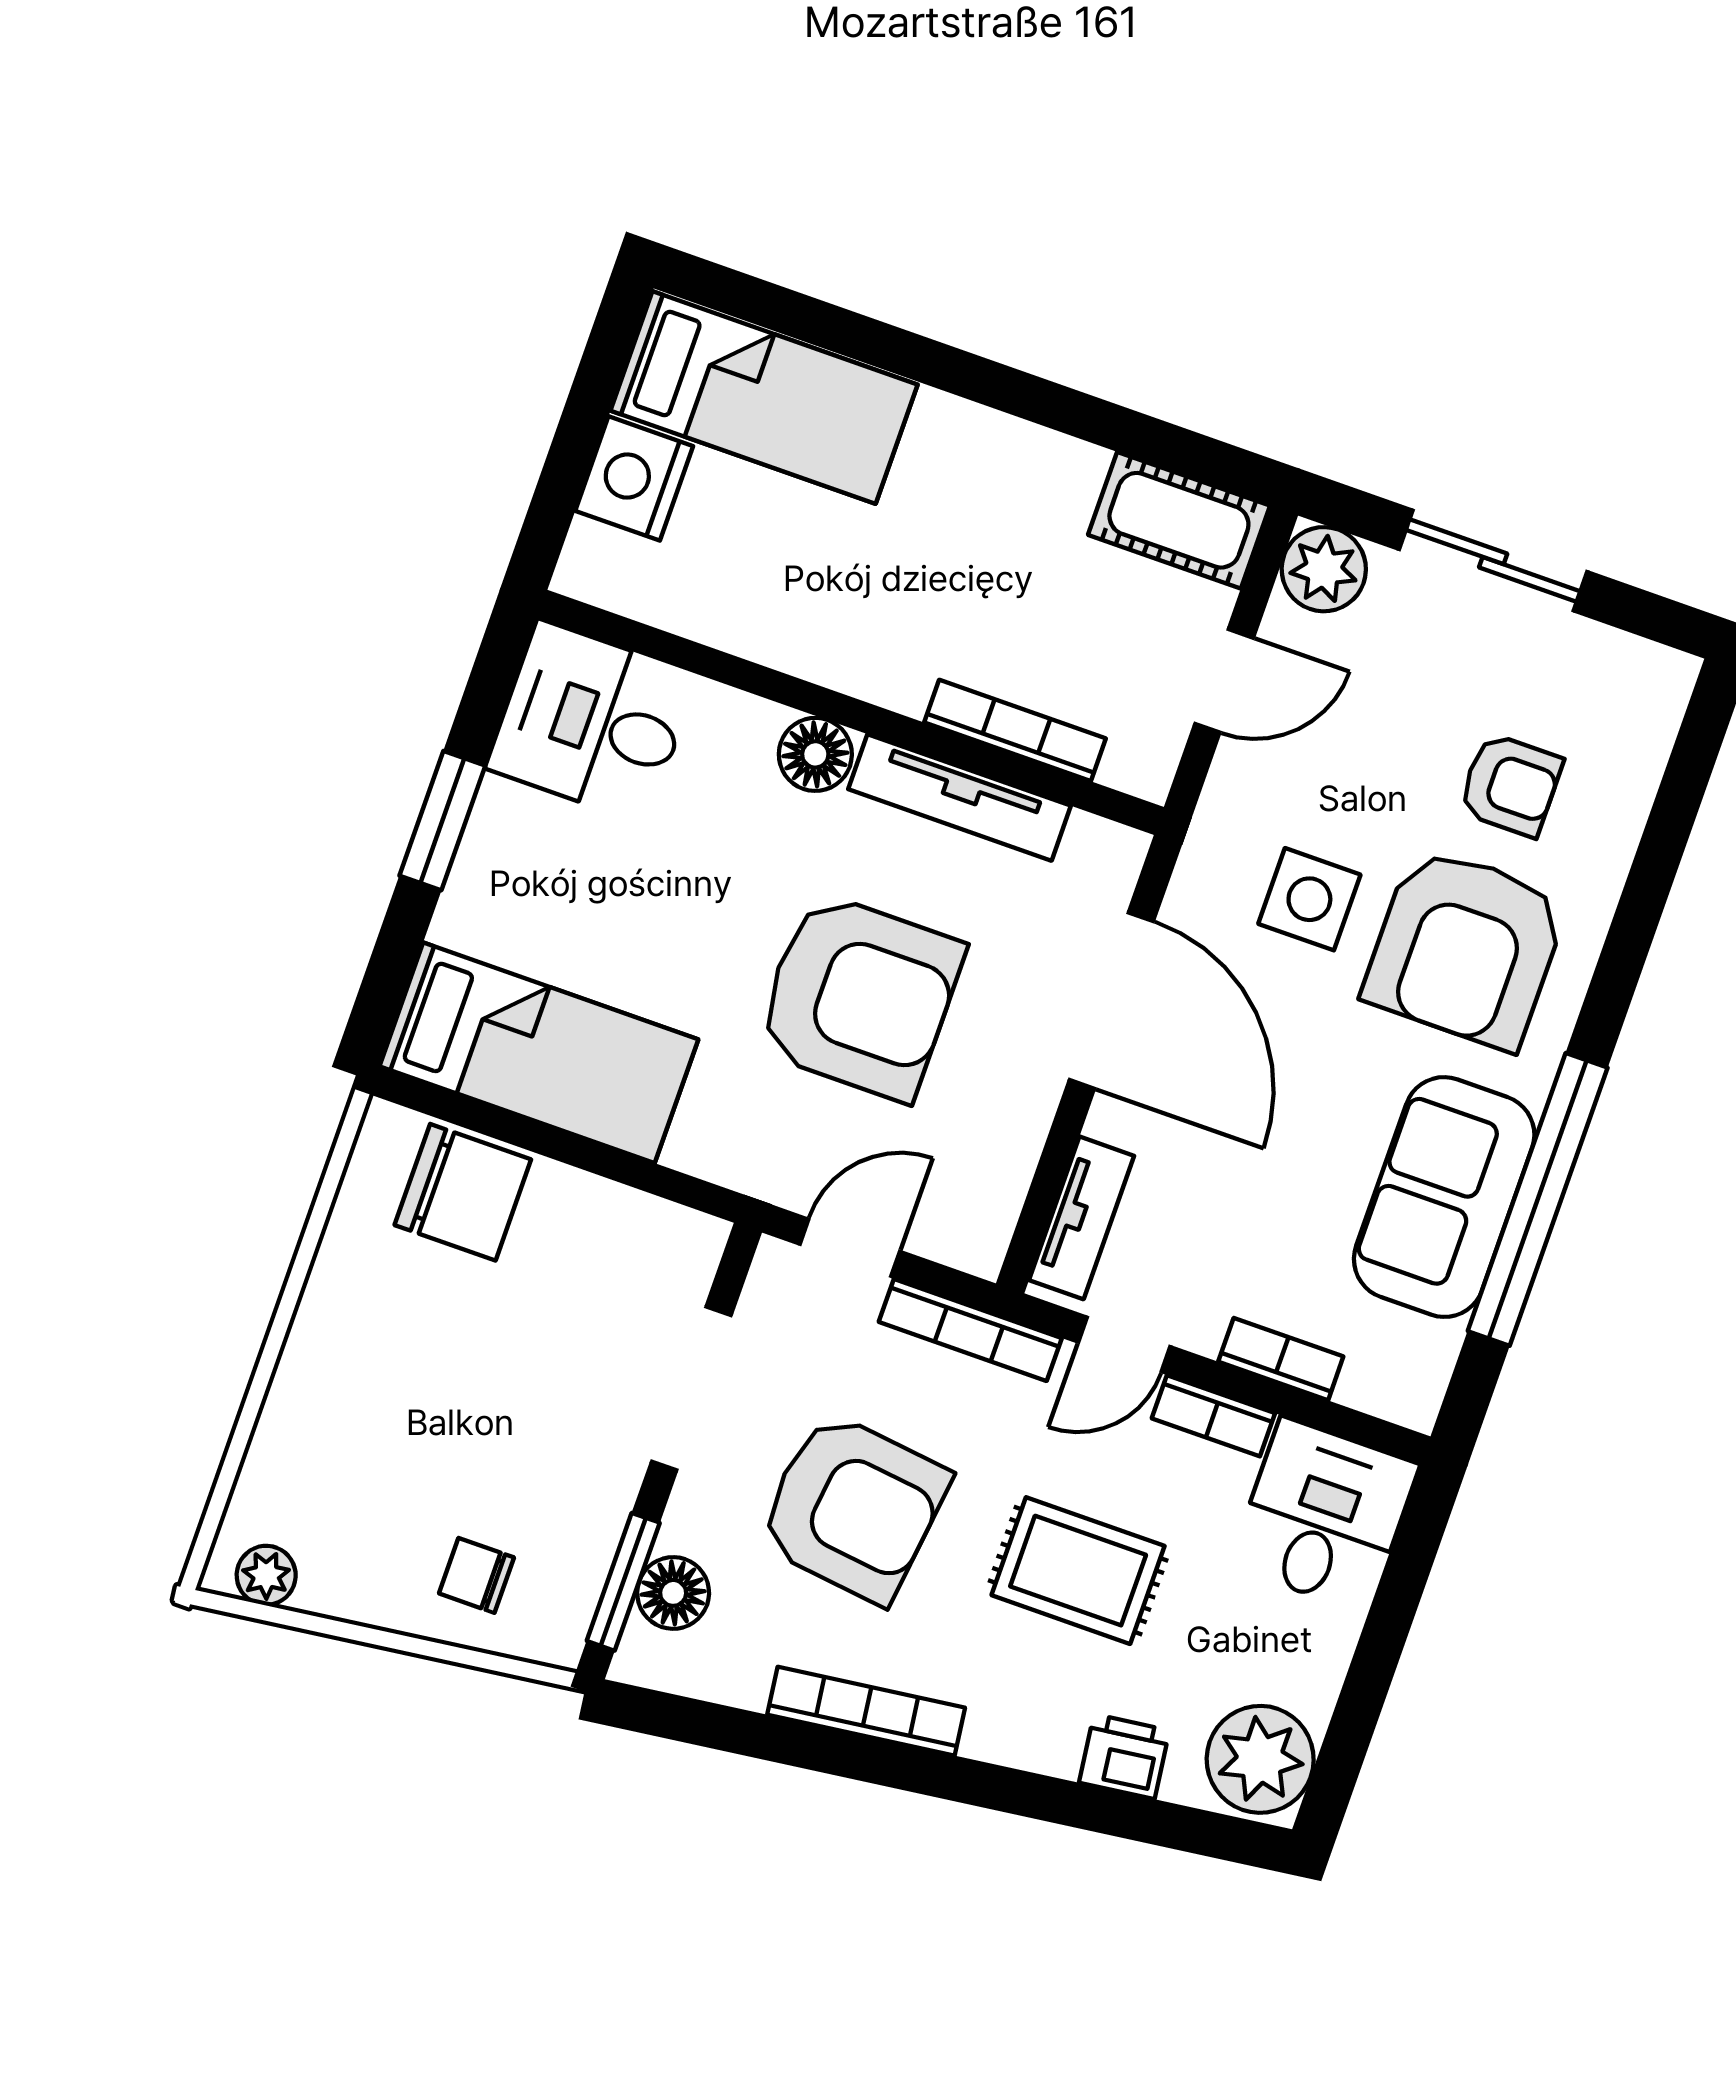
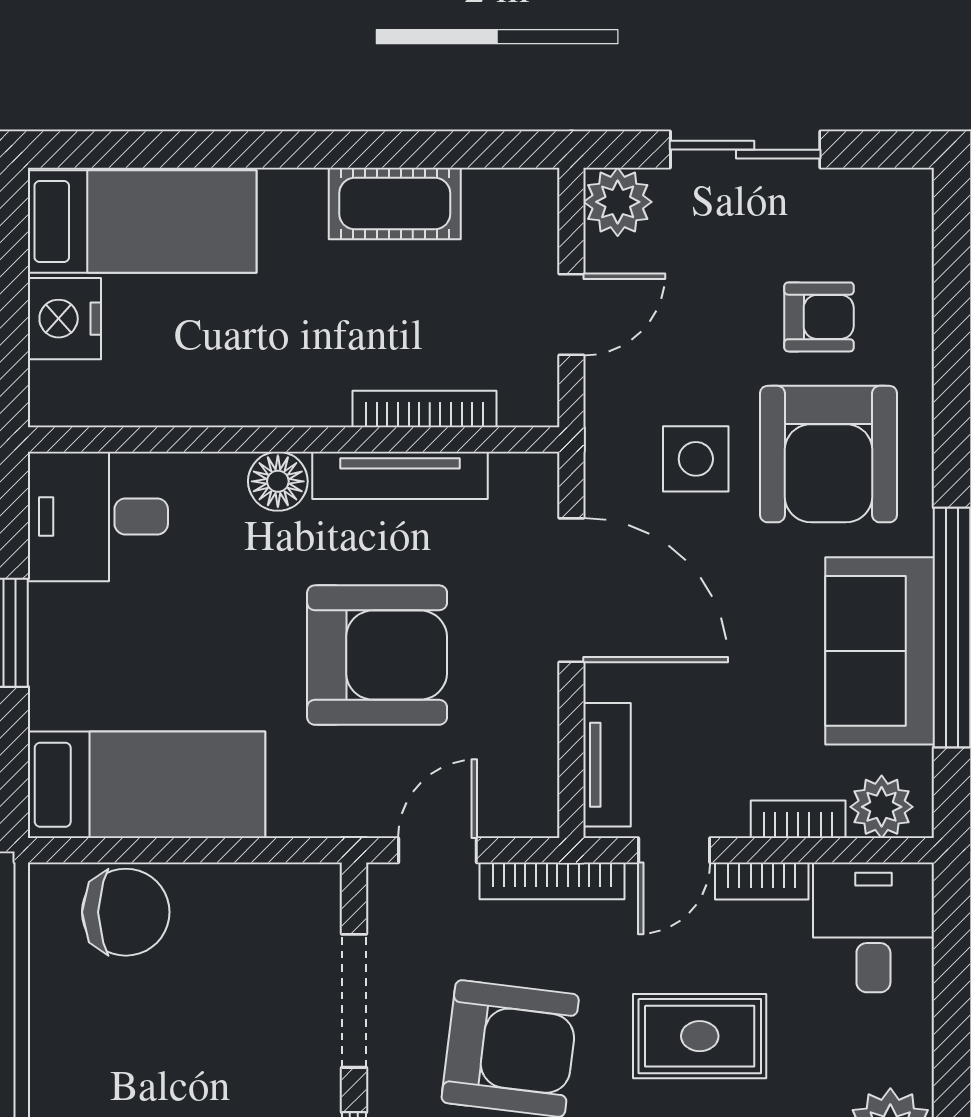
cot: (1179, 520) -> (395, 204), moved
plant: (1383, 1379) -> (882, 807), added

